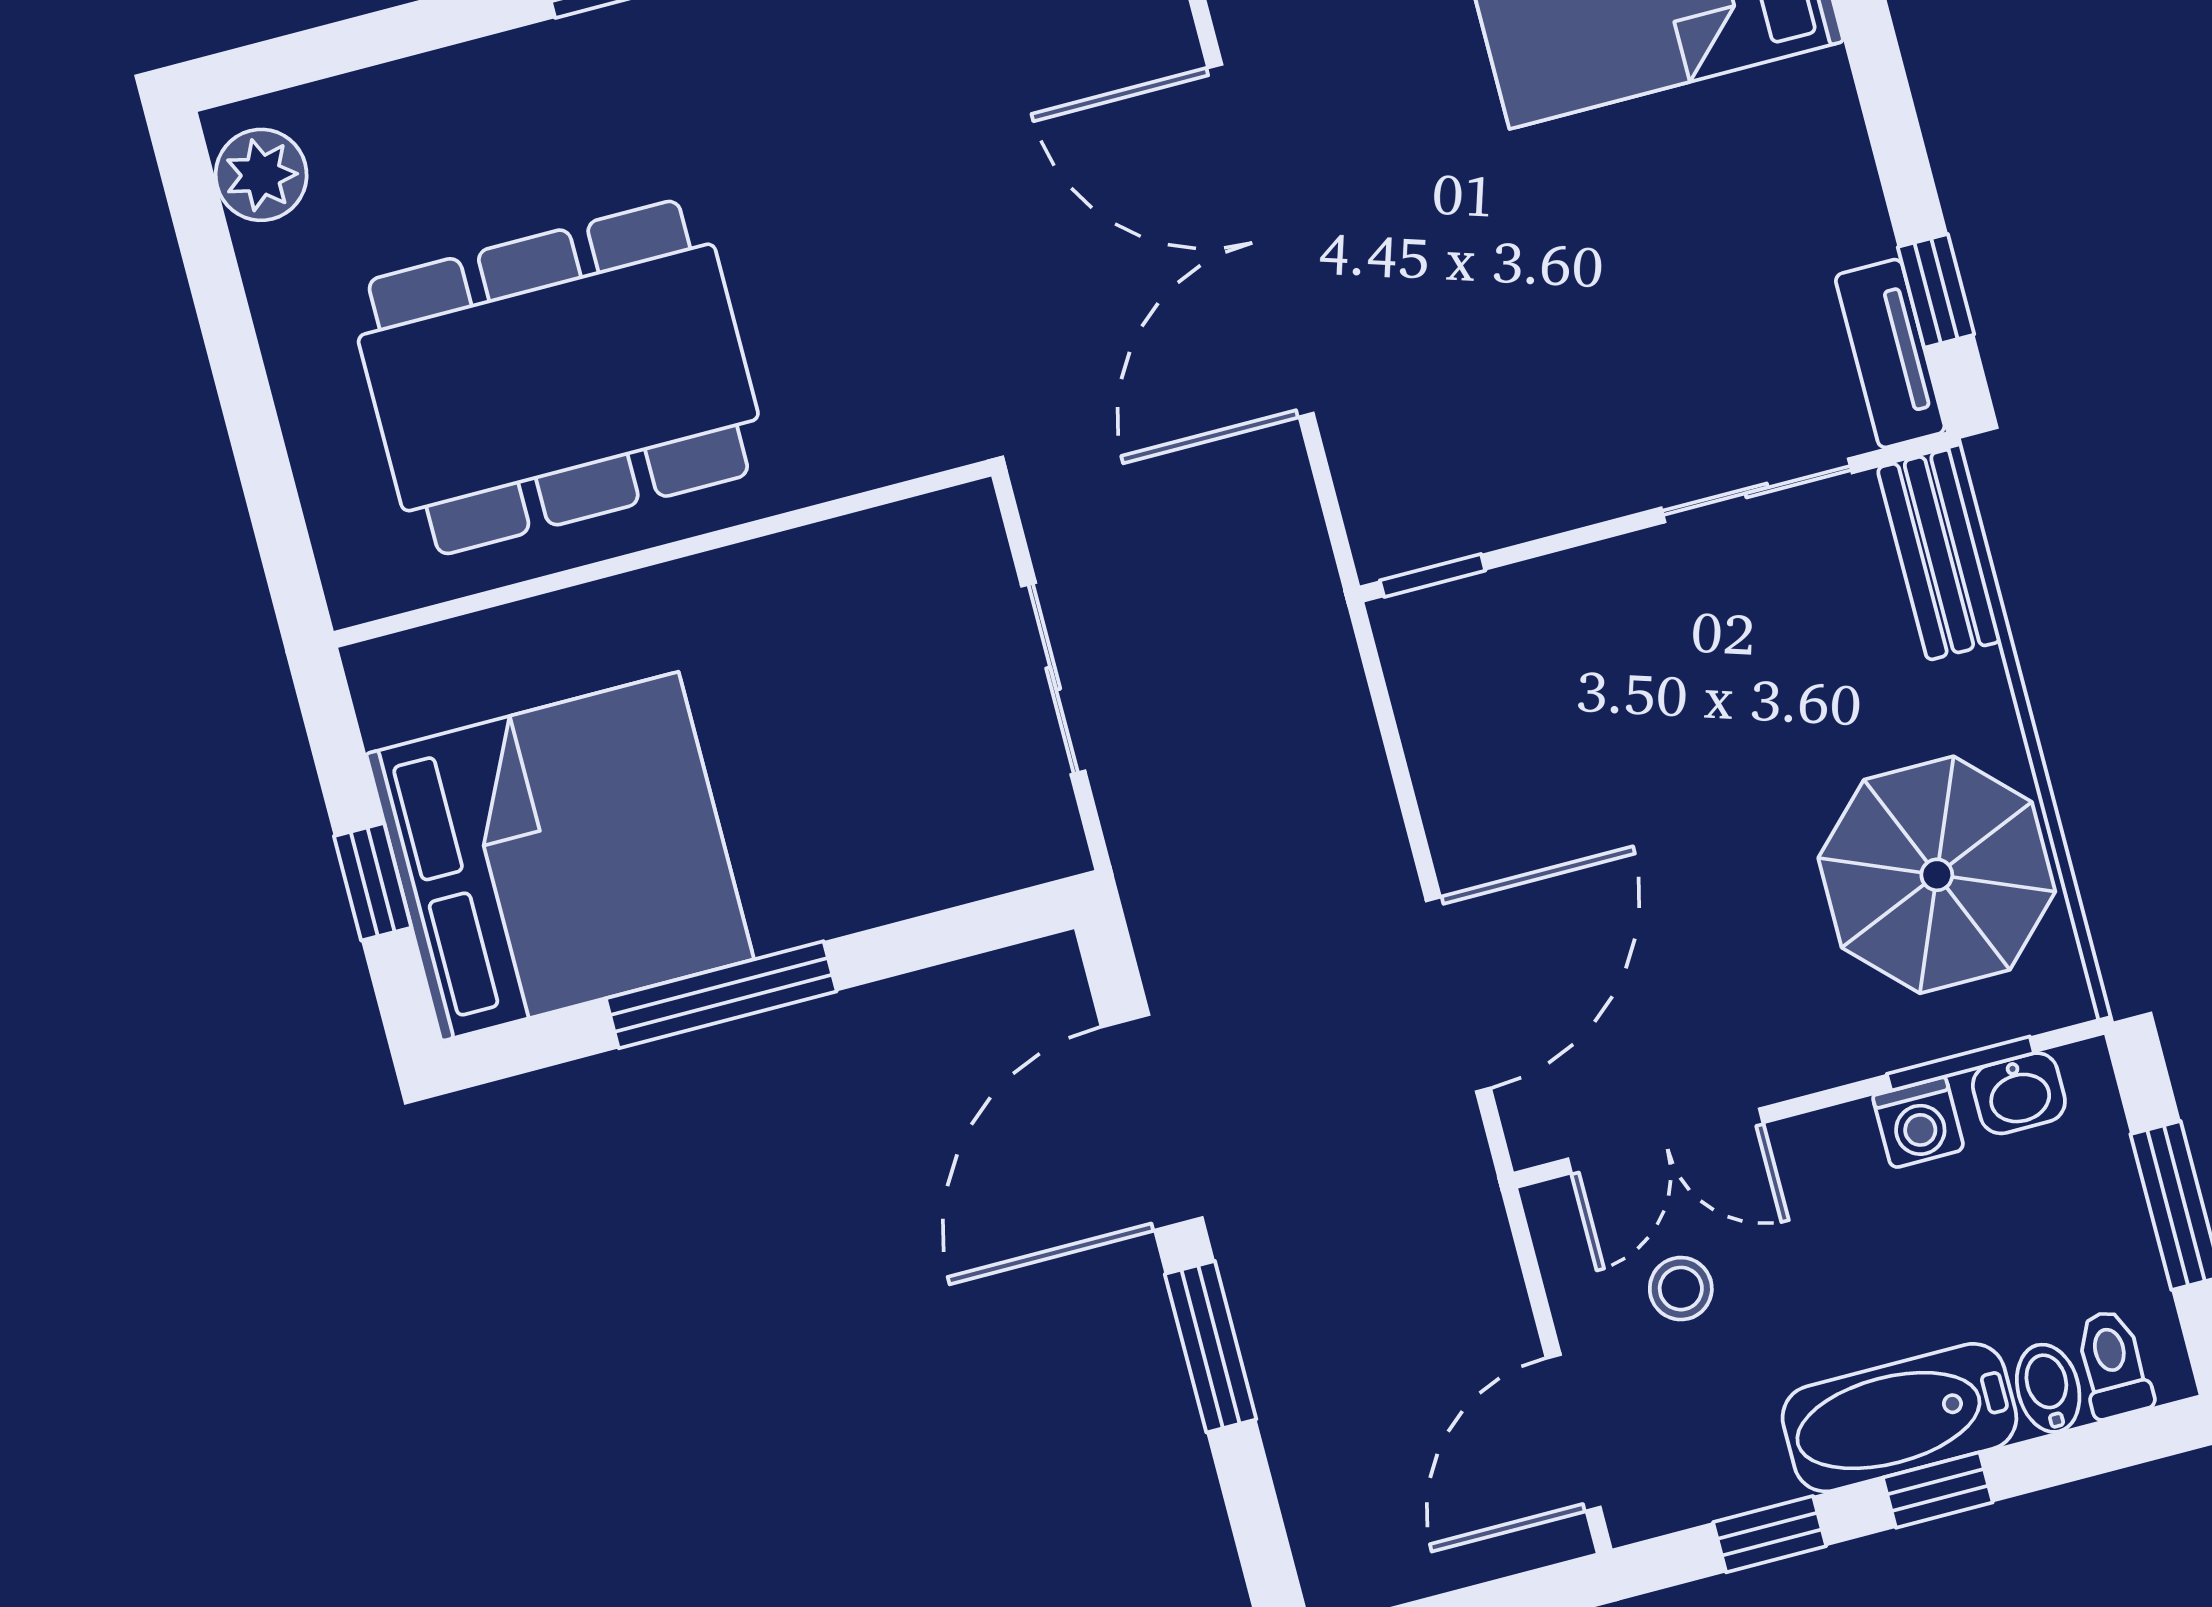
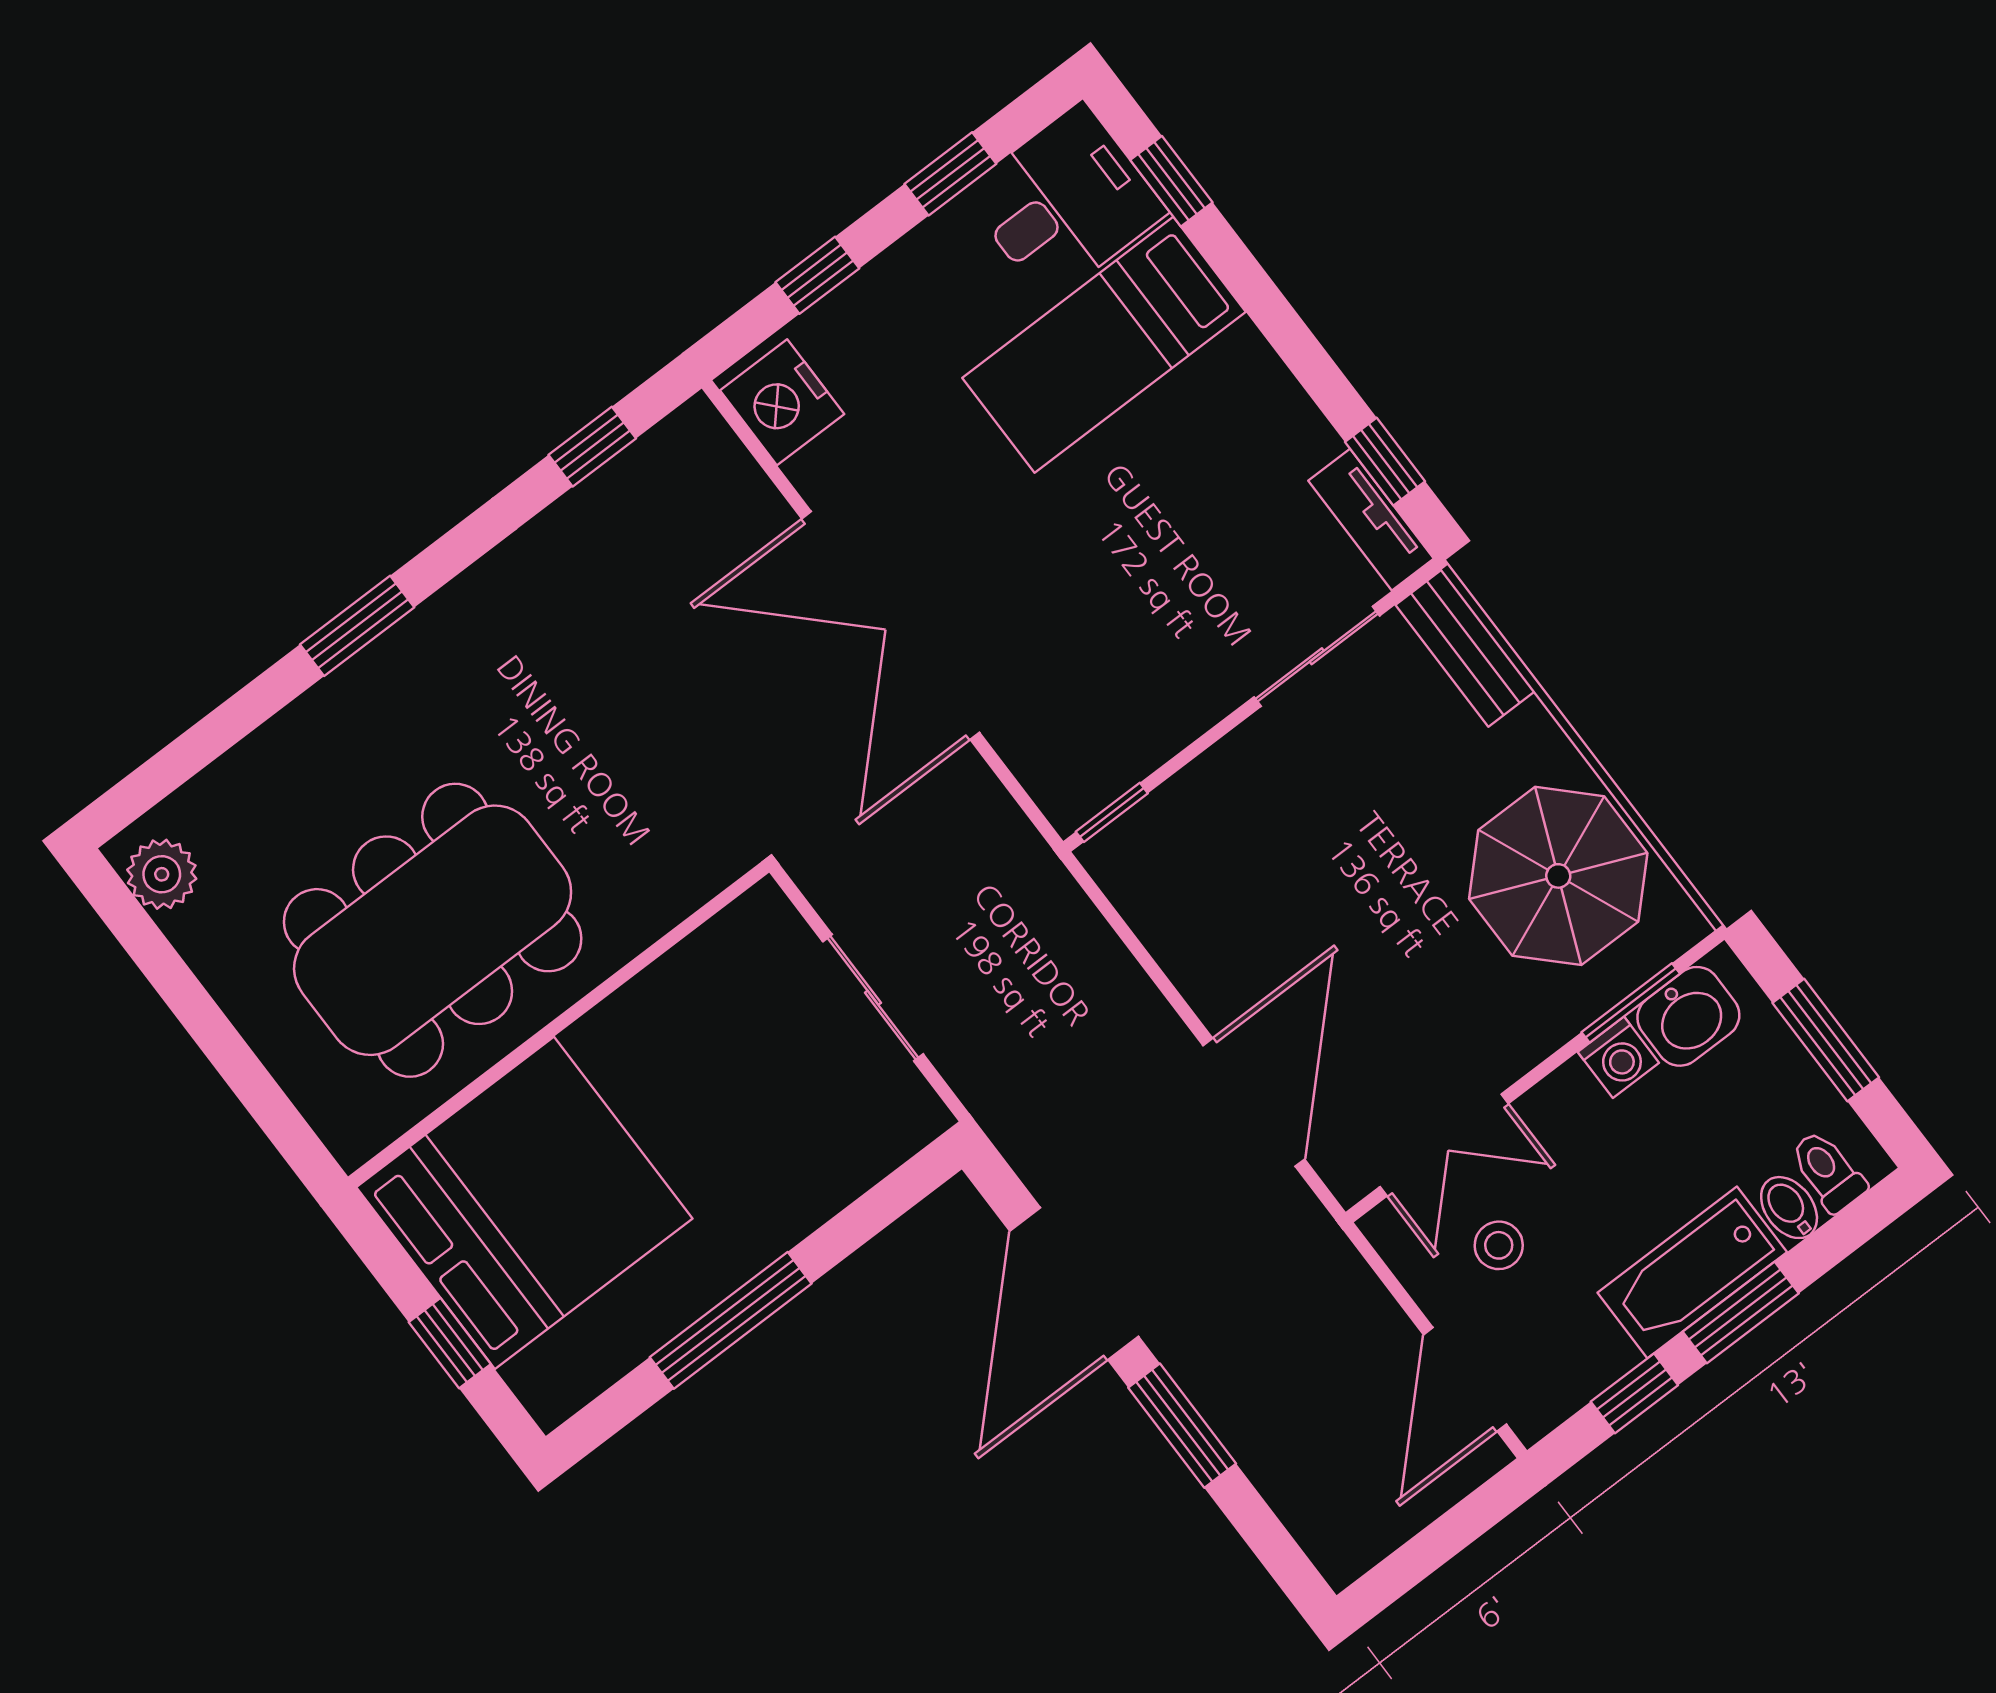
bed: (560, 856) -> (524, 1203), moved
washbasin: (2019, 1093) -> (1688, 1016), width x1.38, depth x1.45
window: (1938, 1490) -> (1741, 1312), width x1.50

